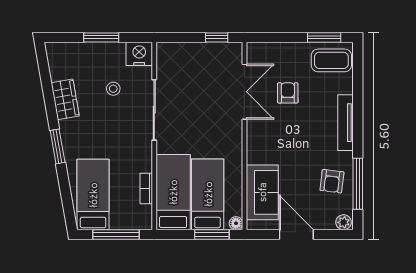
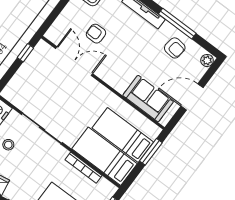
window: (358, 184) -> (177, 24), moved
bookcase: (146, 188) -> (83, 168), width x1.56
floor lamp: (236, 223) -> (155, 131), removed

